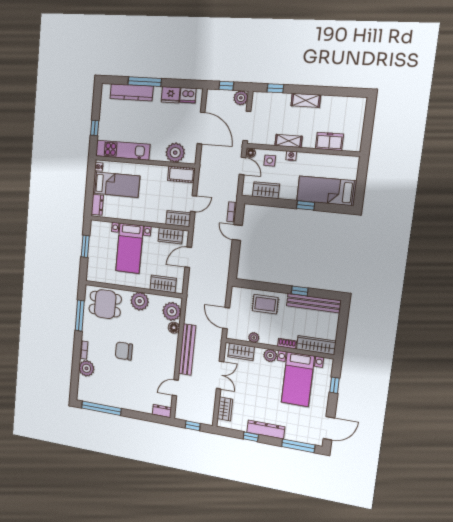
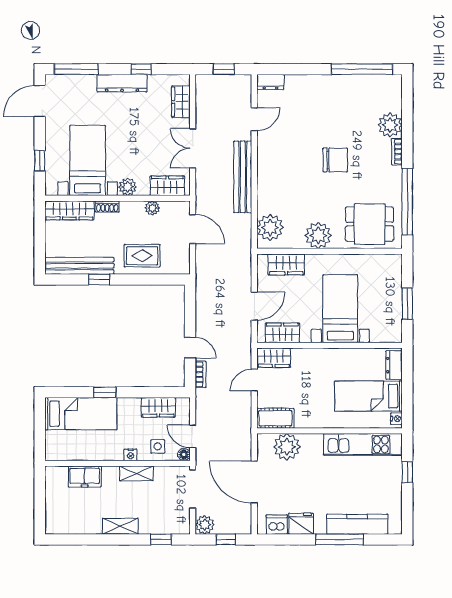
window: (80, 316) -> (407, 202), width x1.46
floor lamp: (174, 328) -> (265, 205), removed

